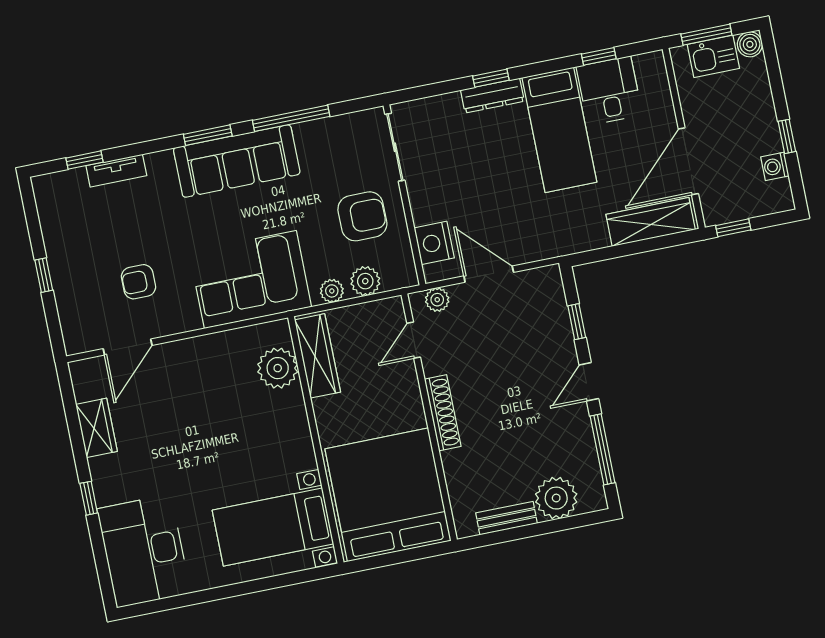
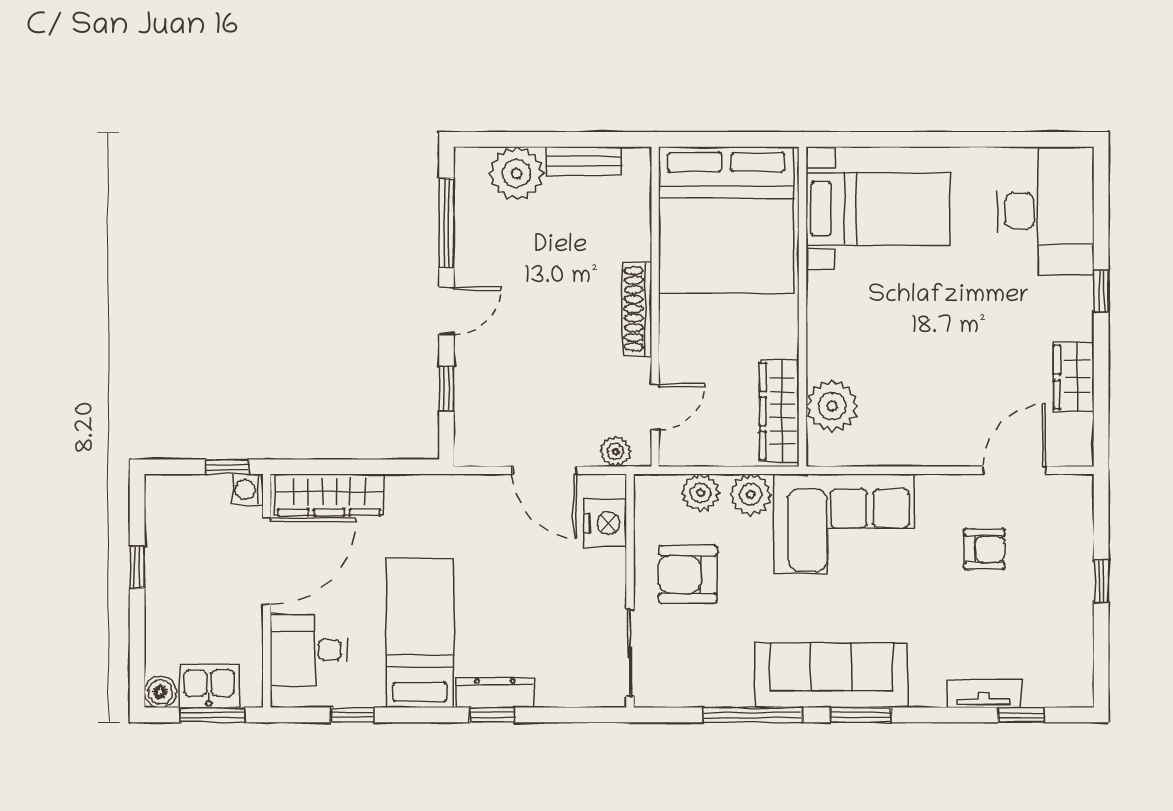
desk: (609, 91) -> (309, 650), moved, turned 90
washing machine: (775, 166) -> (248, 489), moved, turned 180
plant: (332, 291) -> (751, 495), width x1.38, depth x1.38

